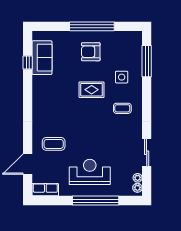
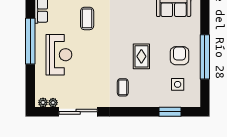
window: (147, 61) -> (170, 112), width x0.69
side table: (122, 77) -> (178, 84), moved
sliding door: (147, 153) -> (78, 112), width x1.37
window: (96, 201) -> (30, 41), moved

